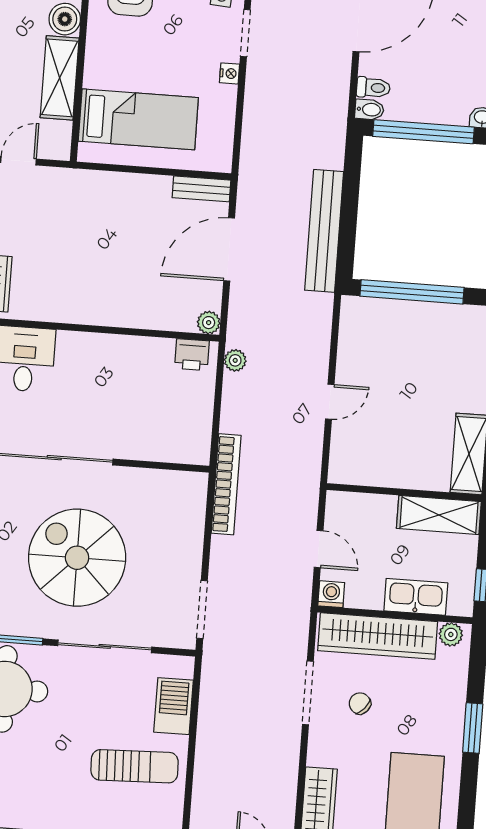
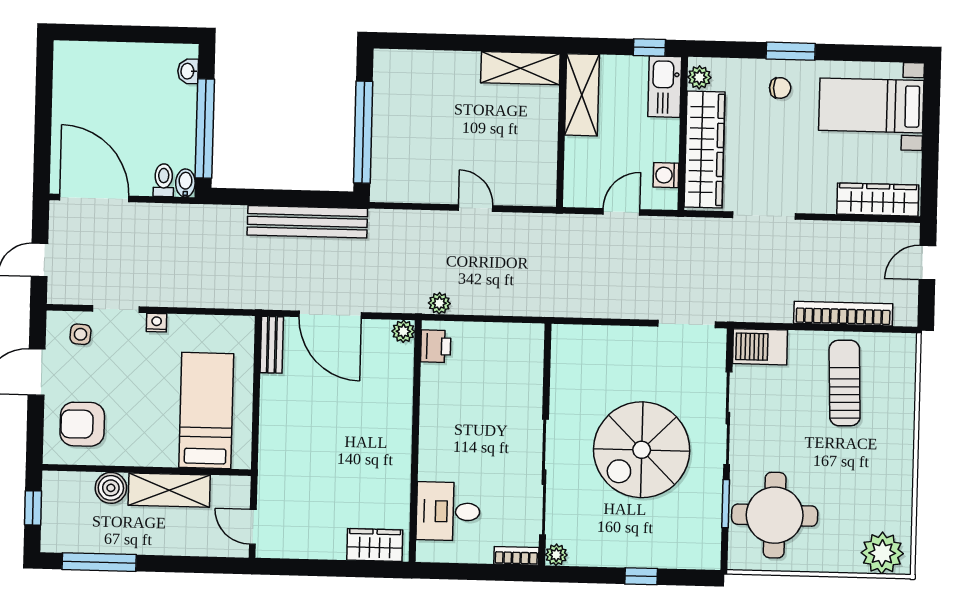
bookcase: (226, 484) -> (843, 314), moved
washing machine: (331, 594) -> (666, 175), moved
kitchen sink: (416, 597) -> (665, 87), moved
chair: (360, 703) -> (780, 88), moved, turned -131
barbecue: (174, 706) -> (760, 347), moved

